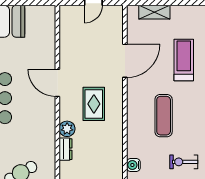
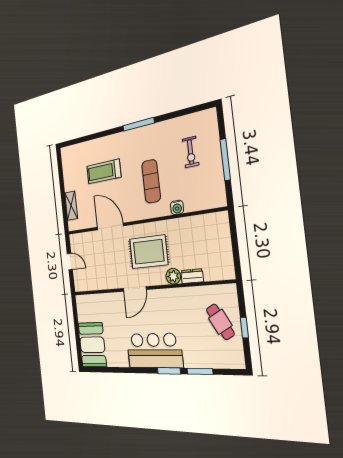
rug: (94, 104) -> (149, 252), width x1.36, depth x1.43
exercise mat: (164, 116) -> (151, 181), turned 90
water cooler: (133, 165) -> (177, 207), moved

